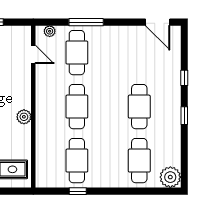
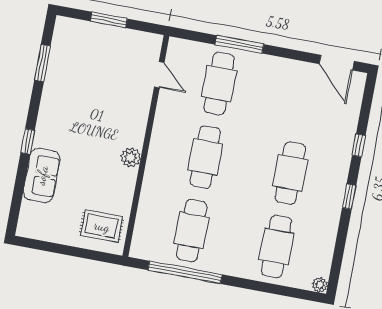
plant: (50, 31) -> (187, 48), removed
plant: (170, 177) -> (320, 285), width x0.53, depth x0.53
window: (78, 191) -> (185, 272), width x3.17

